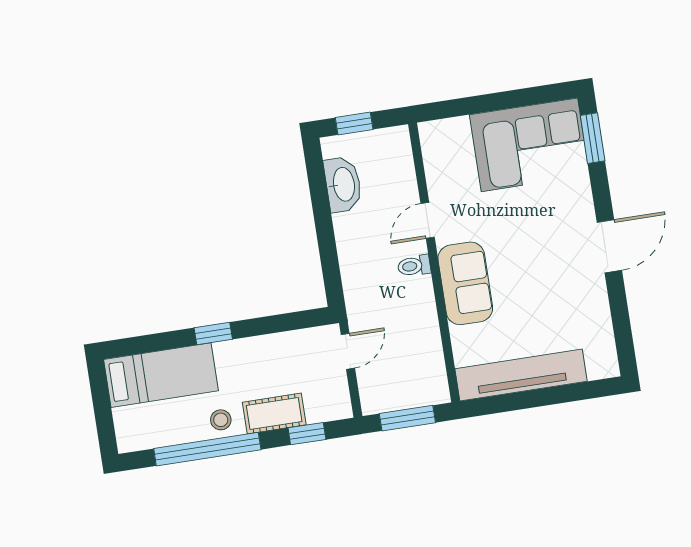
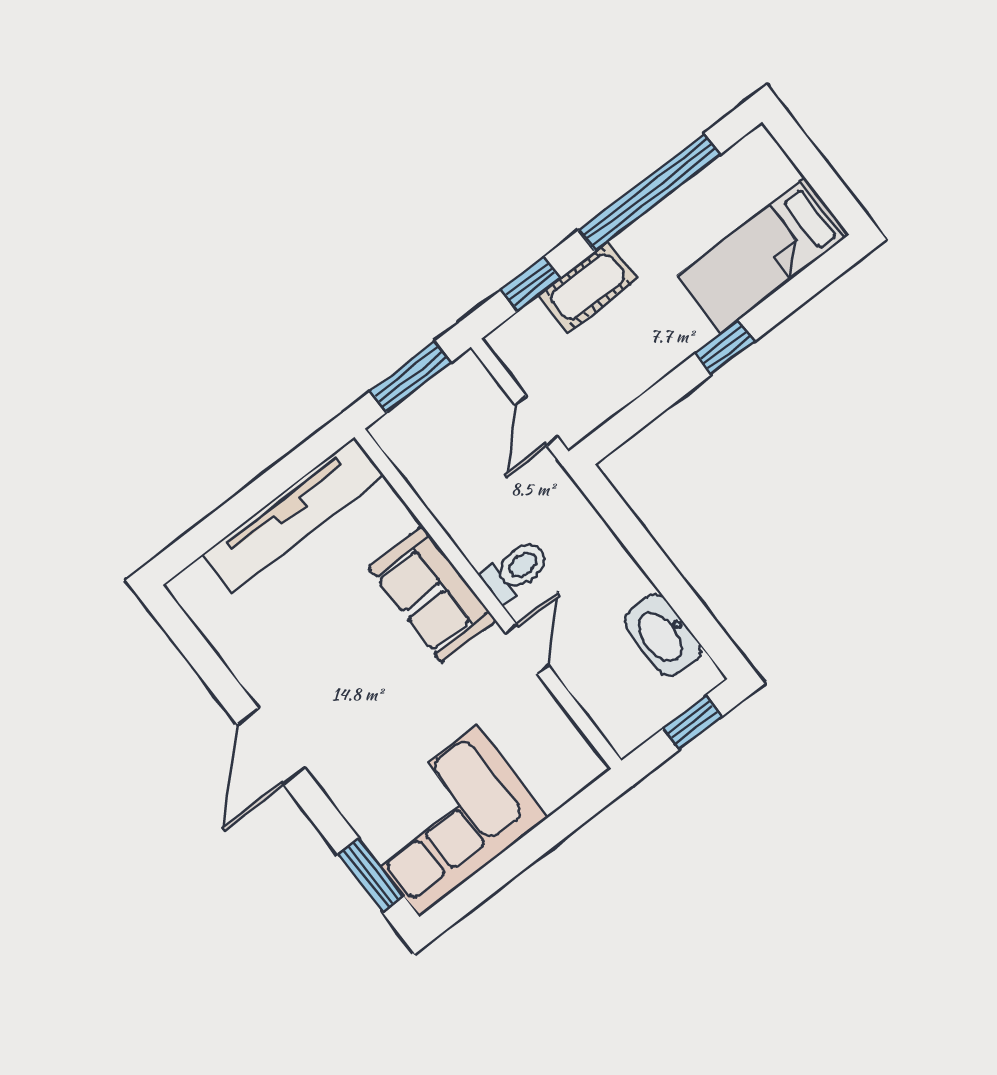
toilet: (414, 266) -> (516, 570), width x1.37, depth x1.39
stool: (221, 420) -> (653, 240), removed

